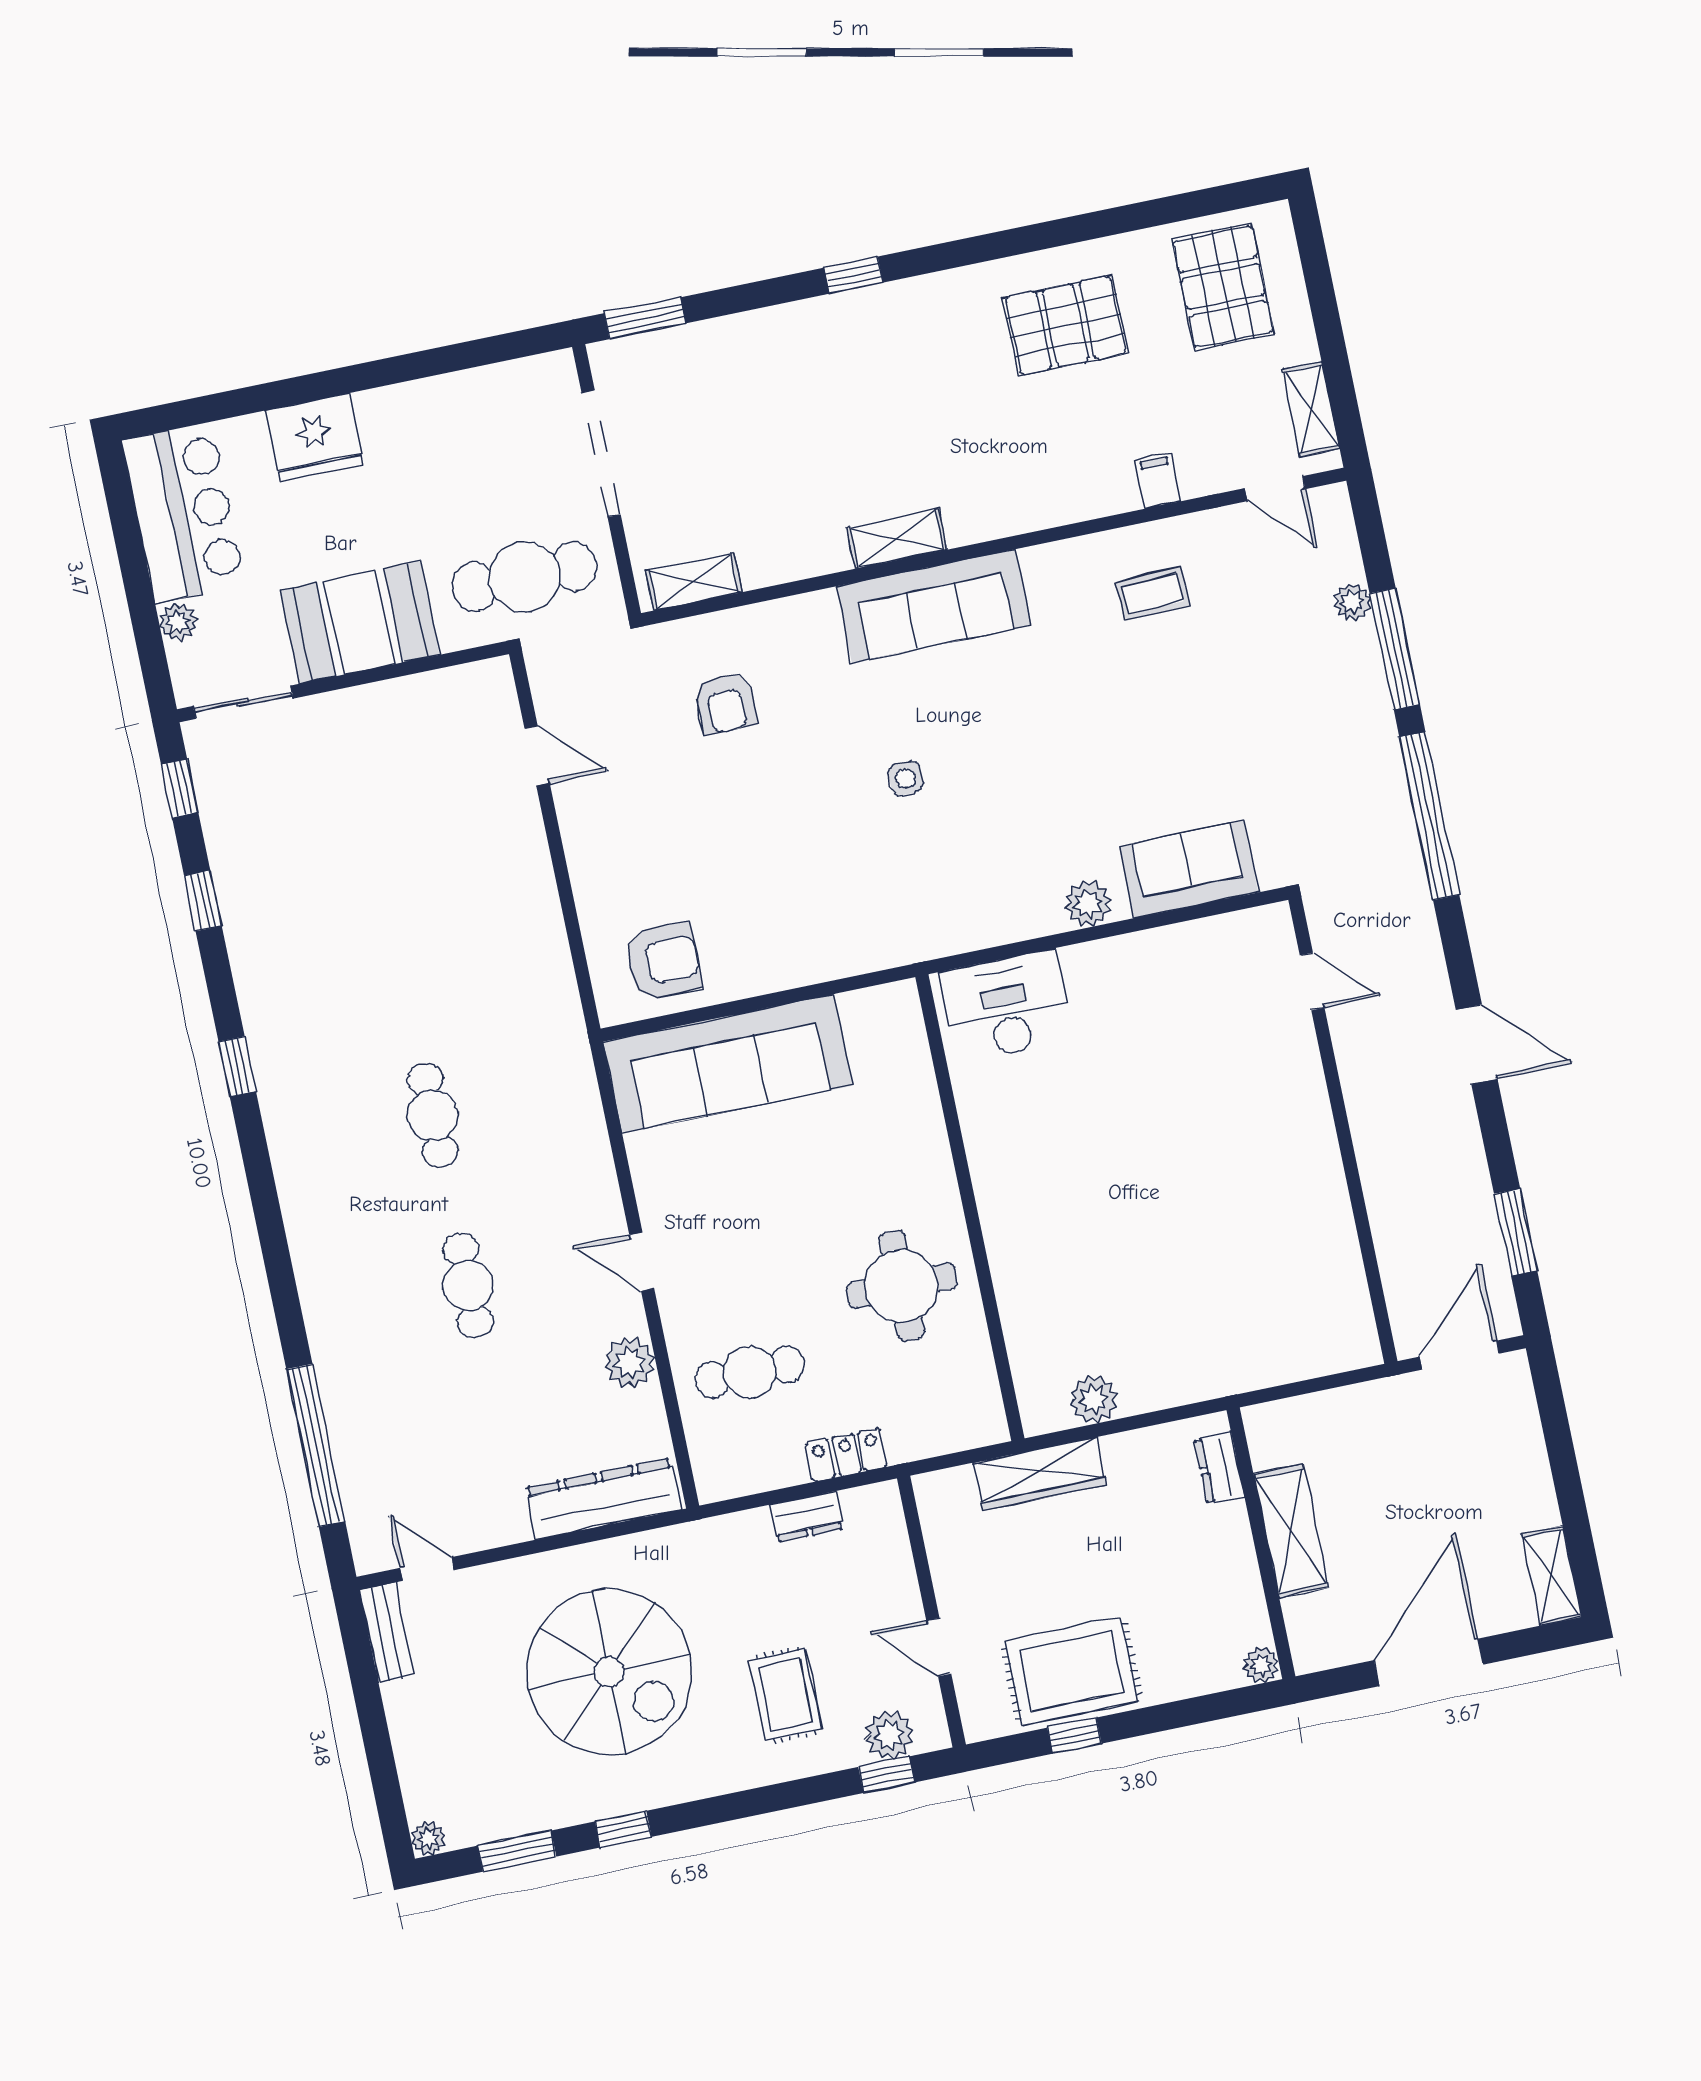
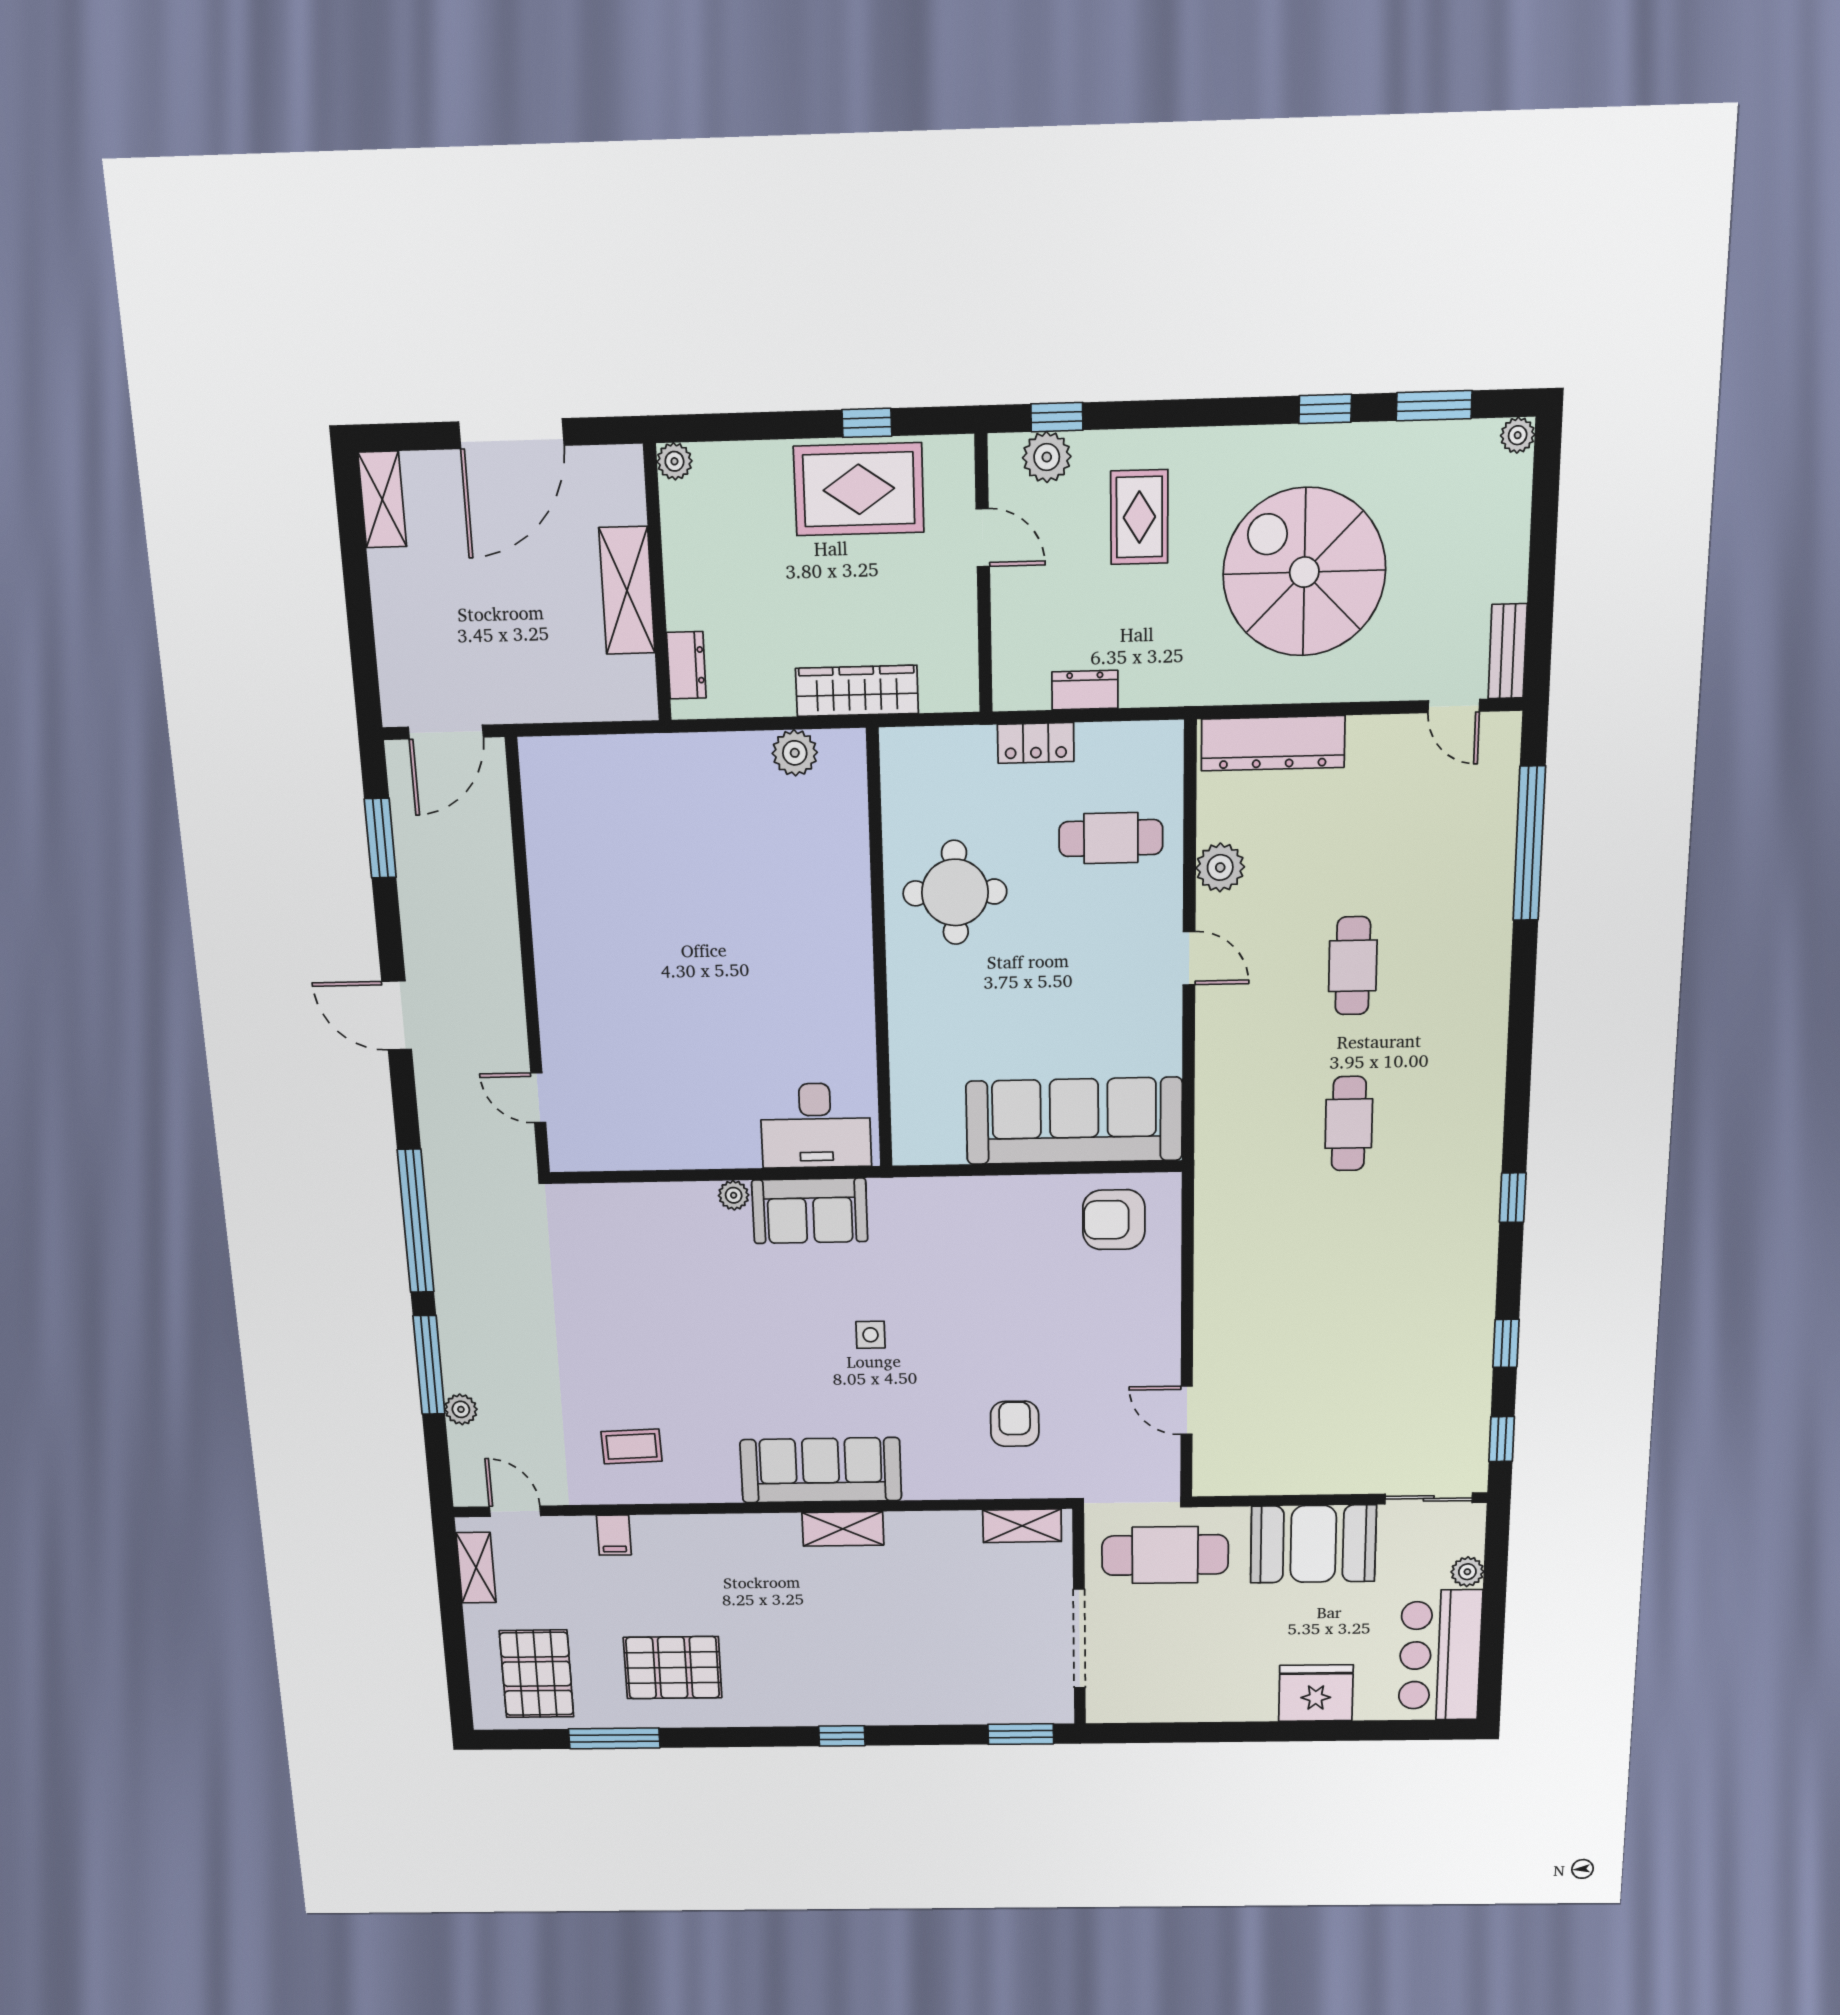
window: (1120, 220) -> (614, 1738), added
sofa: (1189, 869) -> (810, 1211), moved
plant: (1088, 904) -> (734, 1195), width x0.73, depth x0.73

